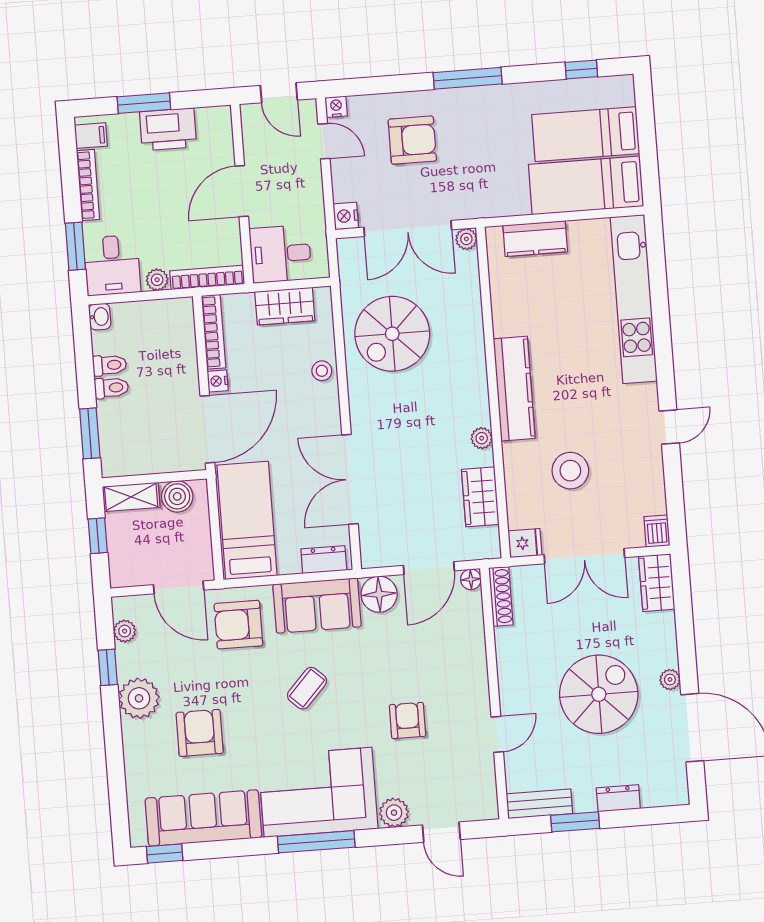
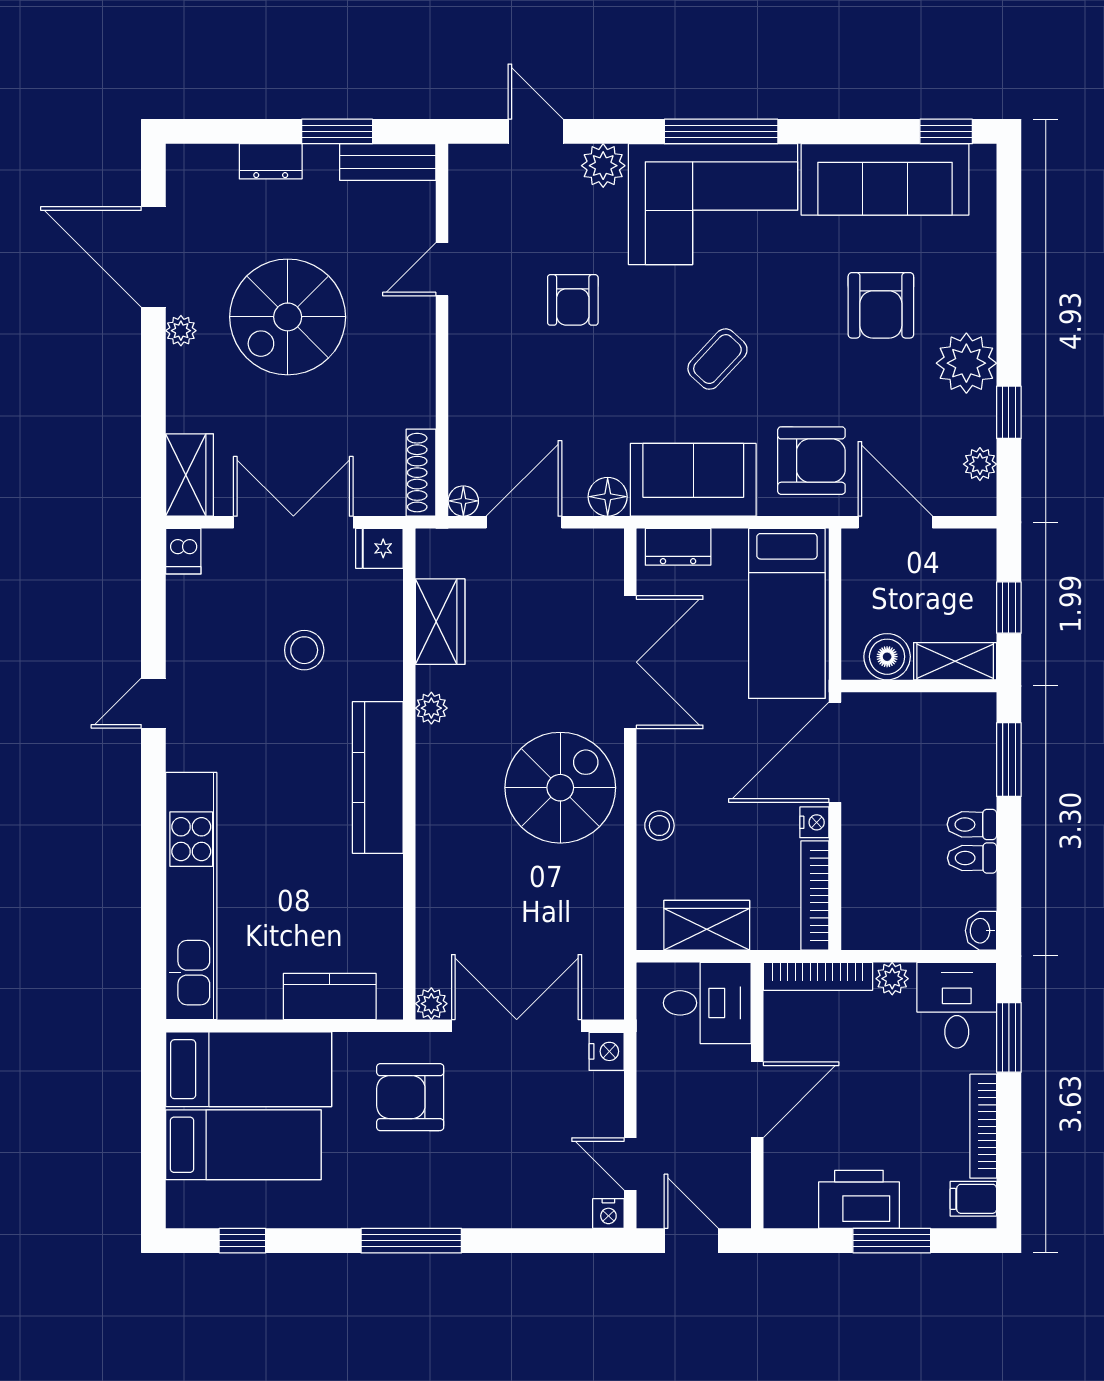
armchair: (412, 140) -> (410, 1097), moved
spiral stairs: (392, 334) -> (560, 788), moved
stool: (570, 471) -> (304, 650), width x0.73, depth x0.73
floor lamp: (379, 594) -> (608, 497), width x0.73, depth x0.73

